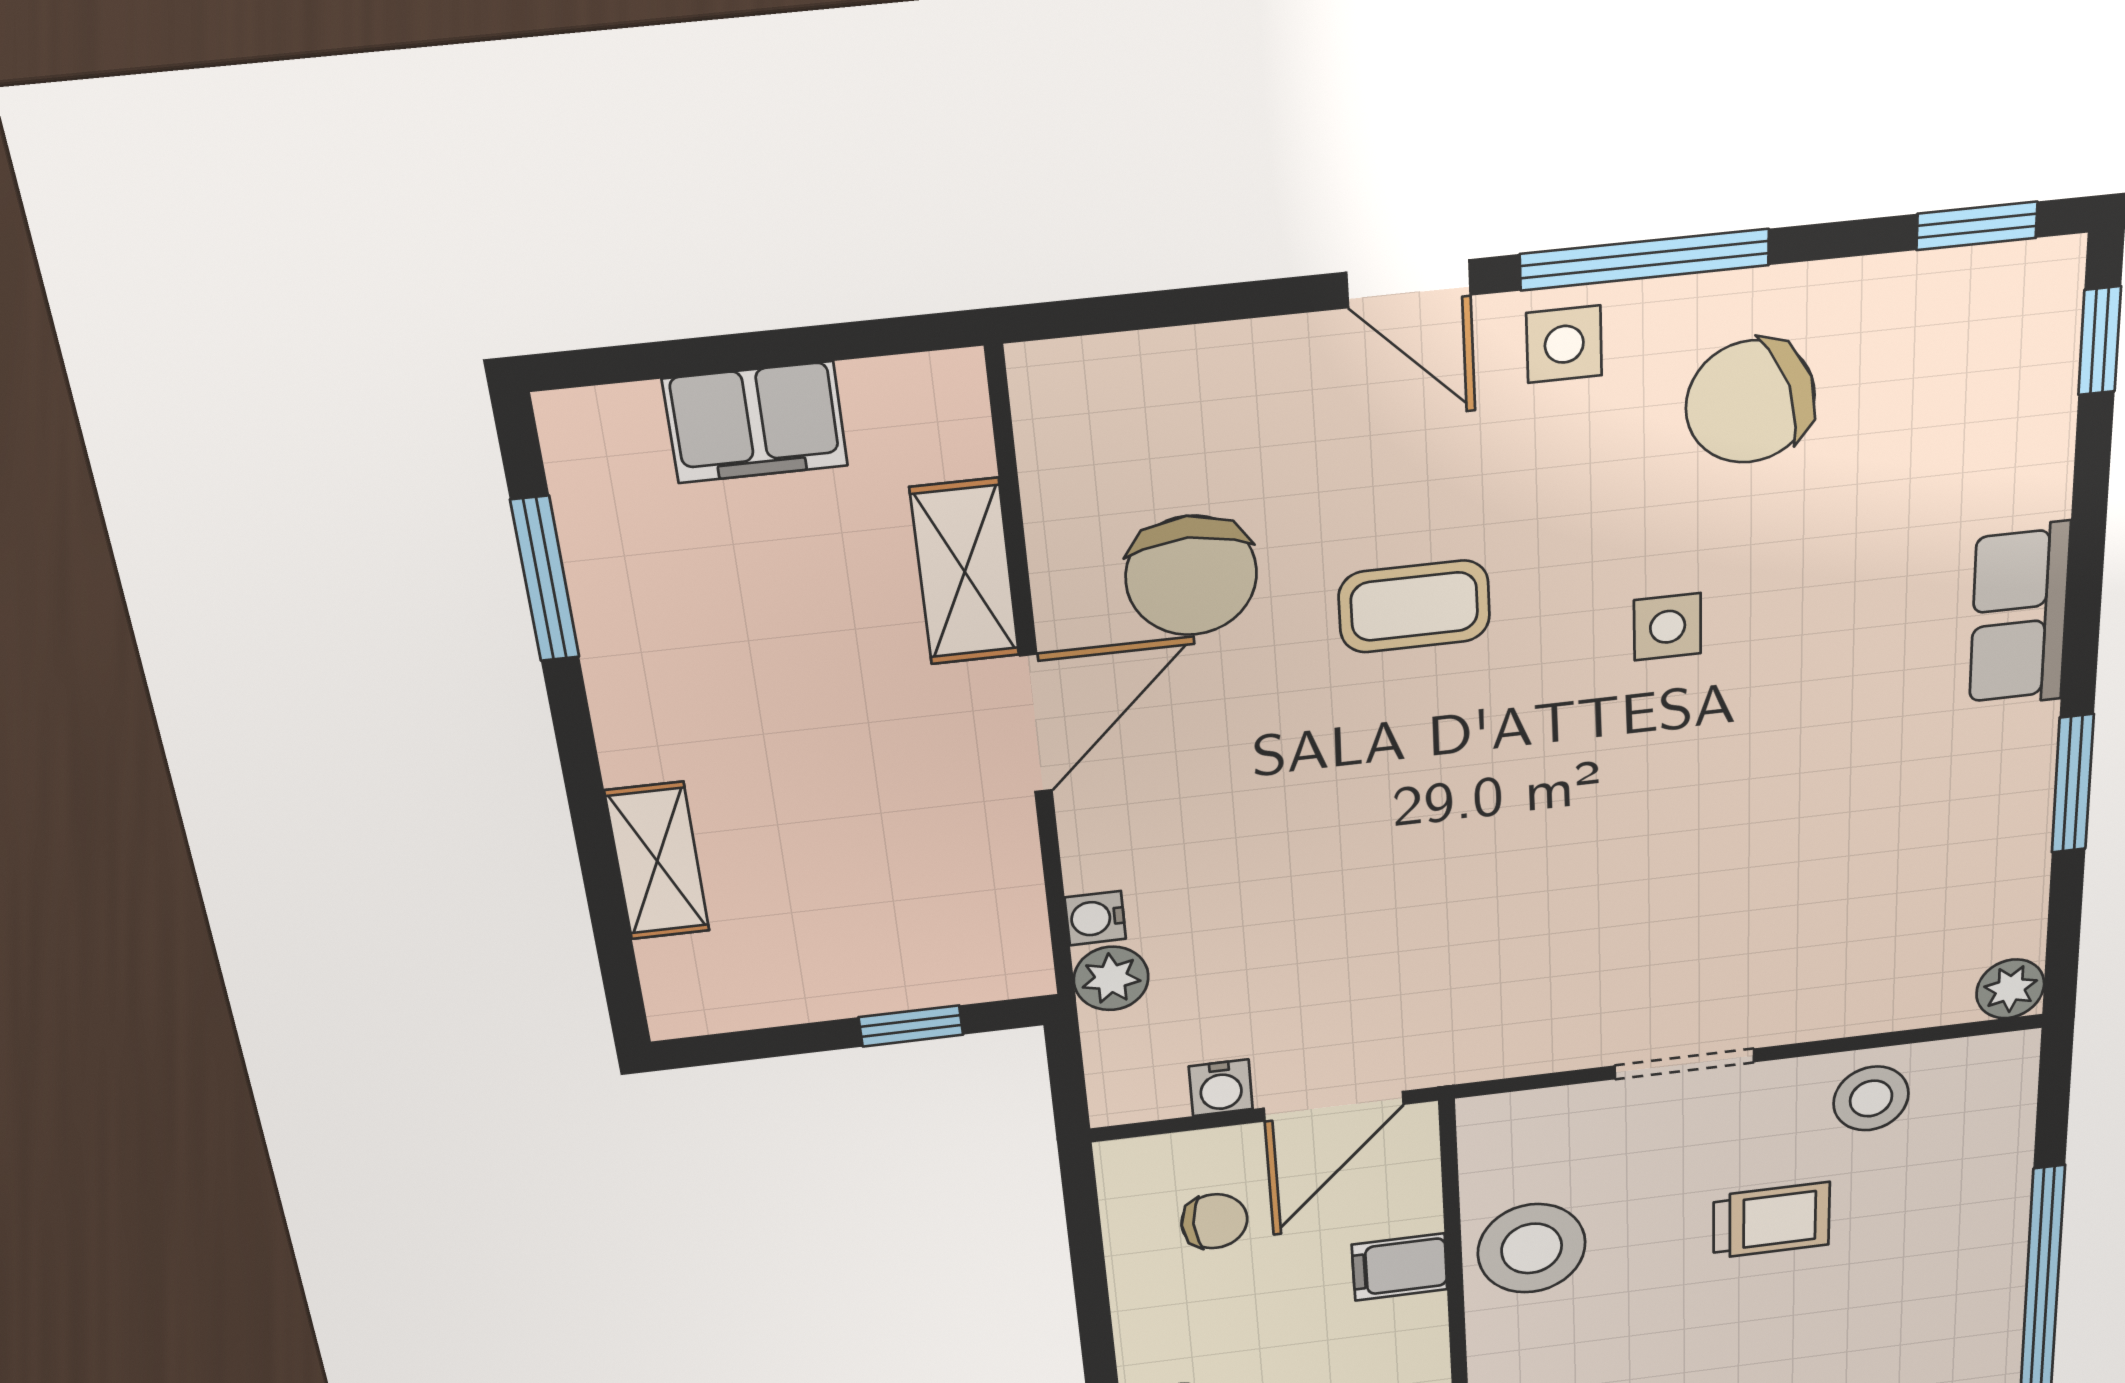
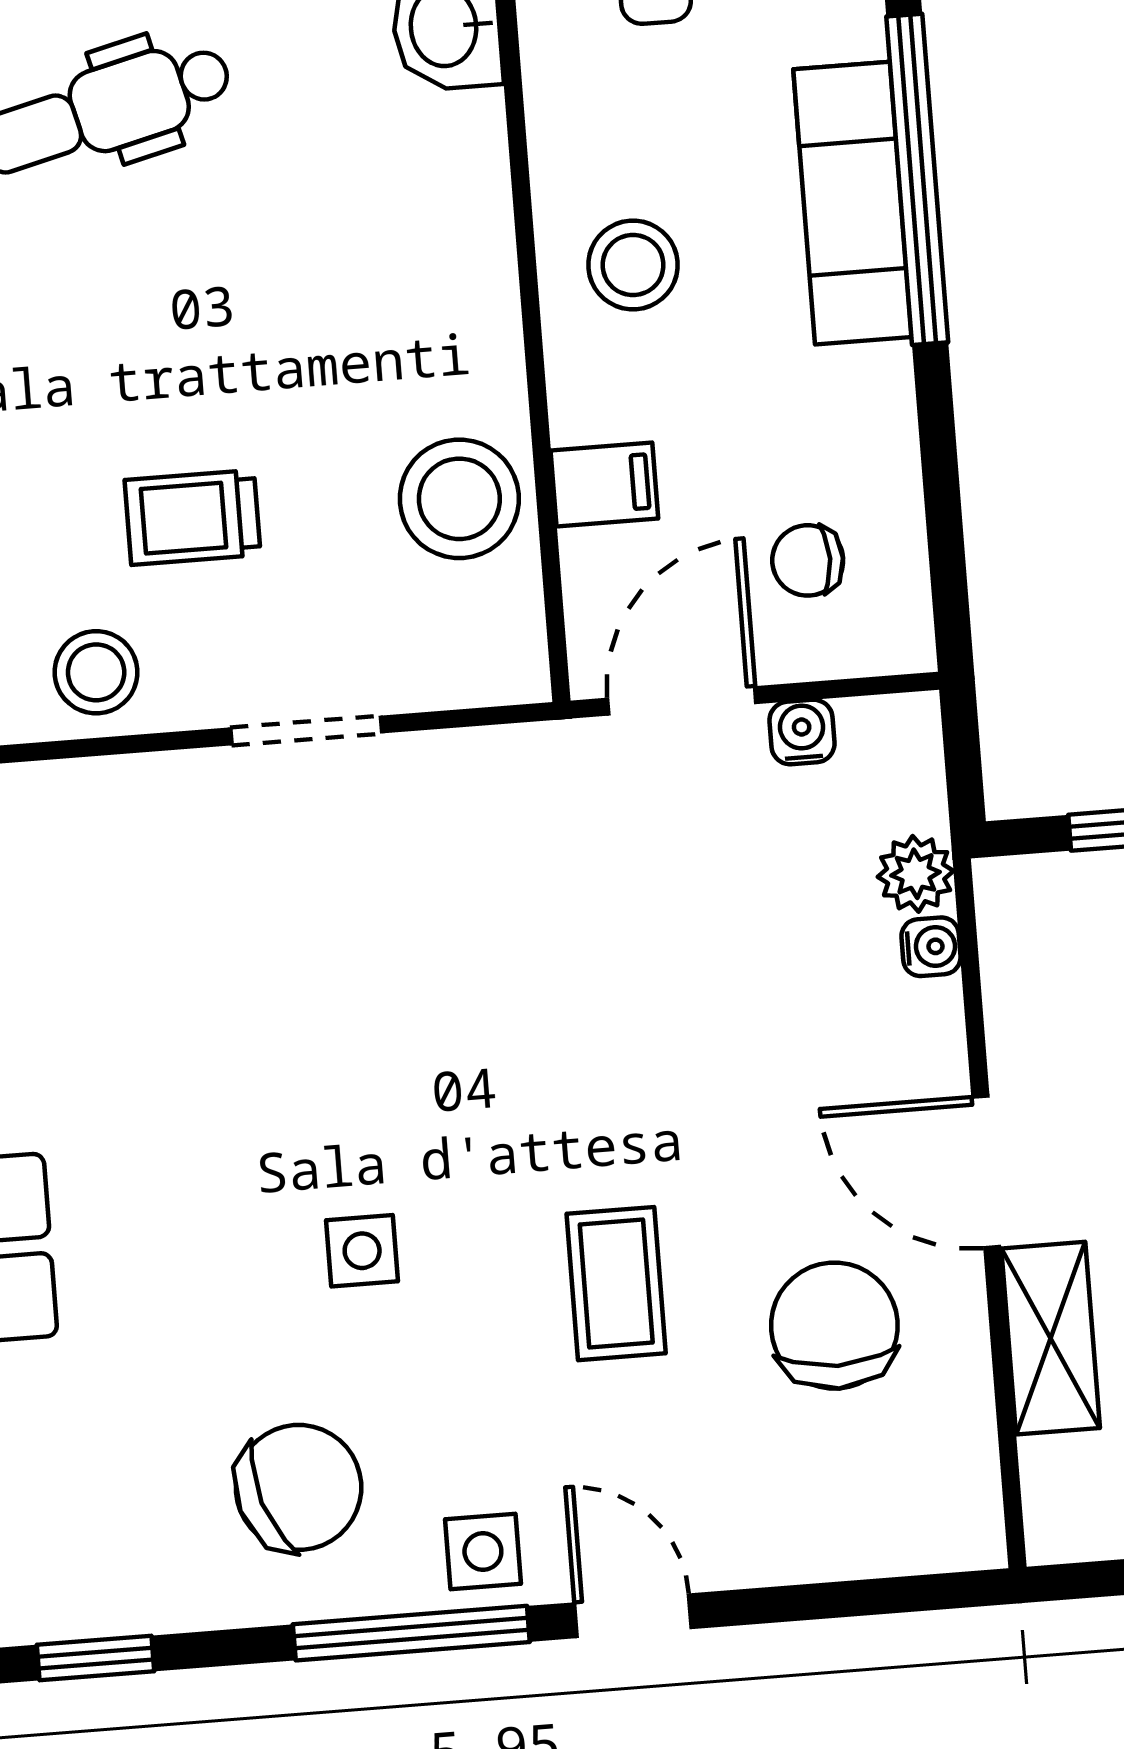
coffee table: (1414, 606) -> (616, 1284), turned 90
door: (1036, 724) -> (986, 1172), hinge flipped

